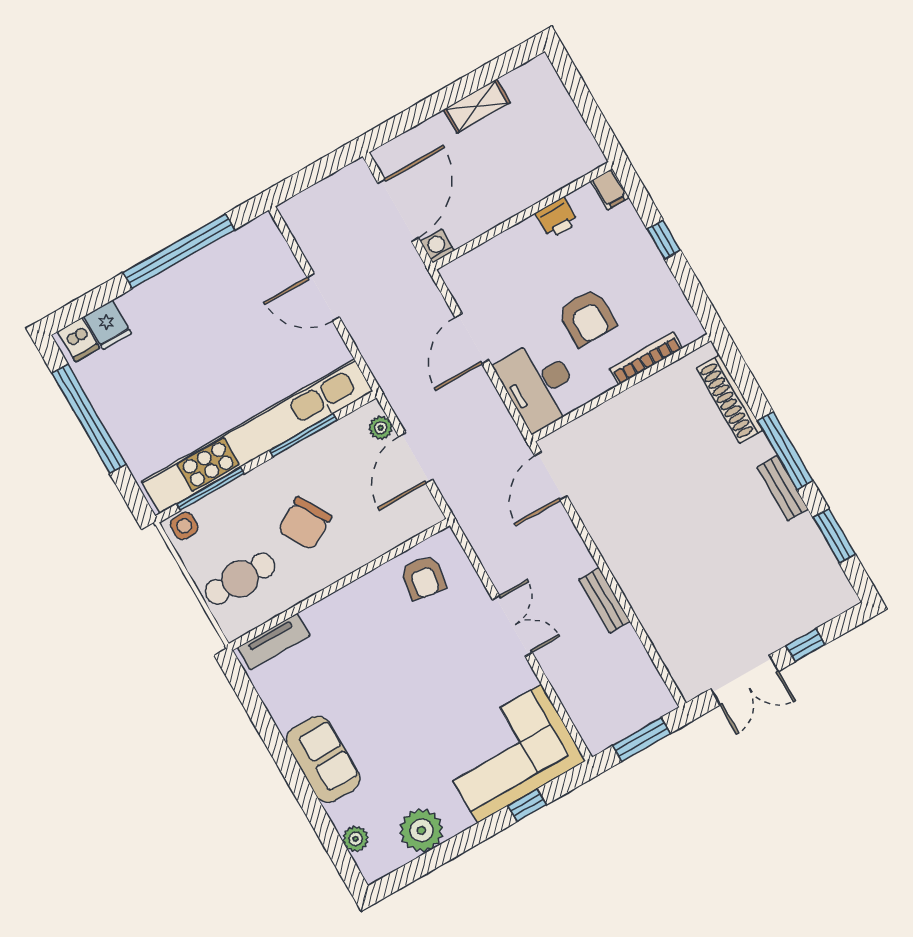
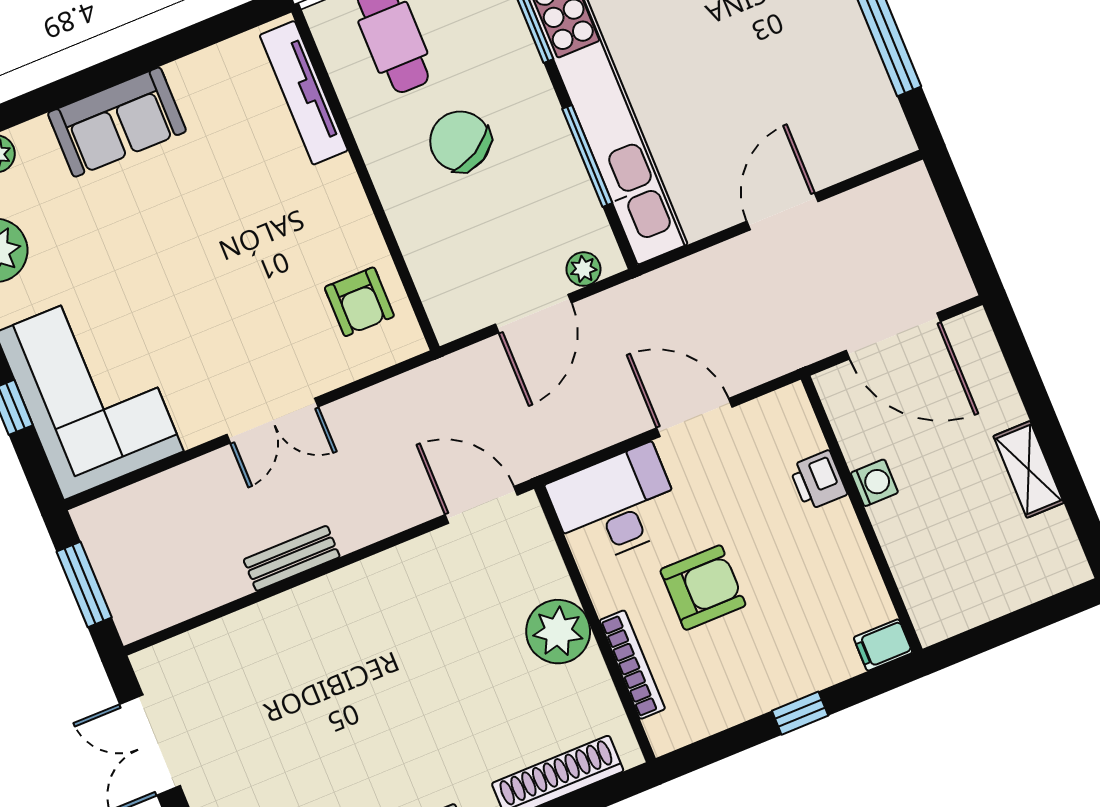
printer: (557, 218) -> (818, 480), moved
washing machine: (437, 246) -> (874, 483), moved
armchair: (587, 317) -> (703, 588), turned 180
plant: (630, 412) -> (558, 632), added
door: (416, 458) -> (533, 314), swing flipped
armchair: (423, 578) -> (359, 302), turned -100
tv unit: (274, 642) -> (304, 93), width x1.41

